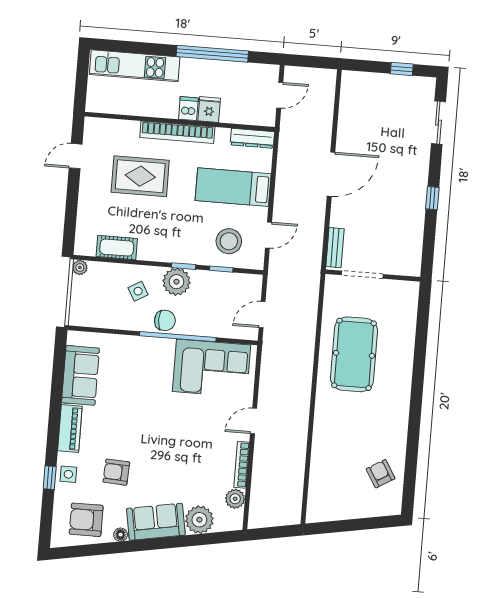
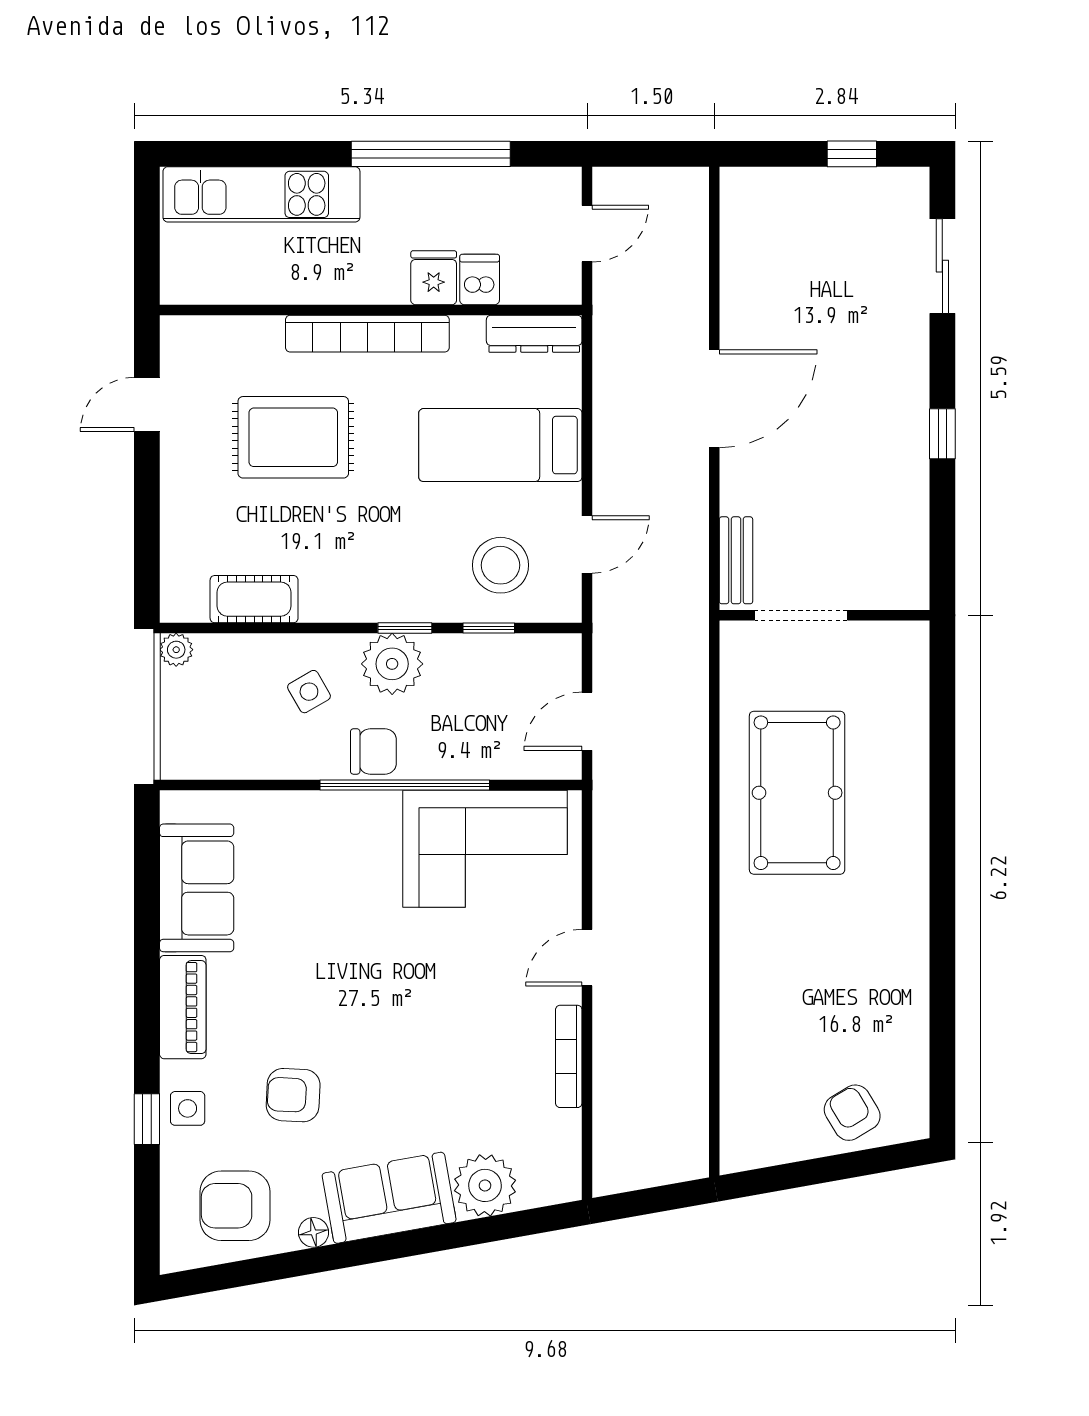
dishwasher: (188, 109) -> (480, 279), moved
armchair: (381, 474) -> (852, 1113), moved
plant: (235, 499) -> (560, 1133), removed

